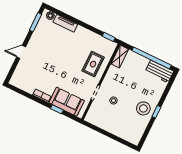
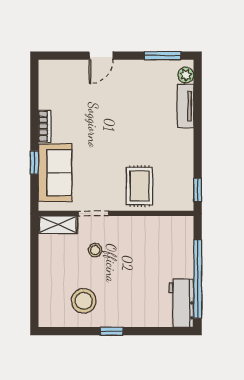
door: (21, 52) -> (101, 56), swing flipped
shelving: (120, 56) -> (58, 225), moved
rug: (93, 64) -> (140, 186), turned 90
stool: (143, 108) -> (84, 301), moved

